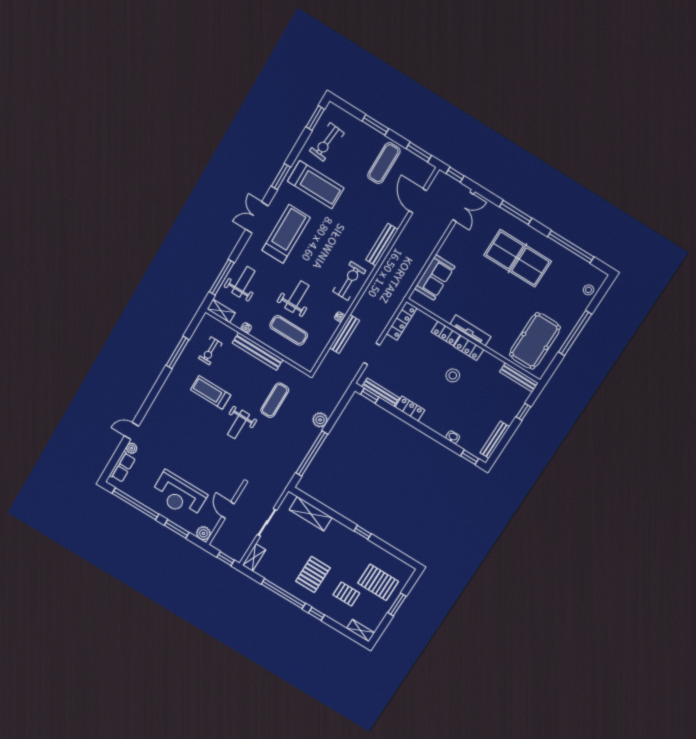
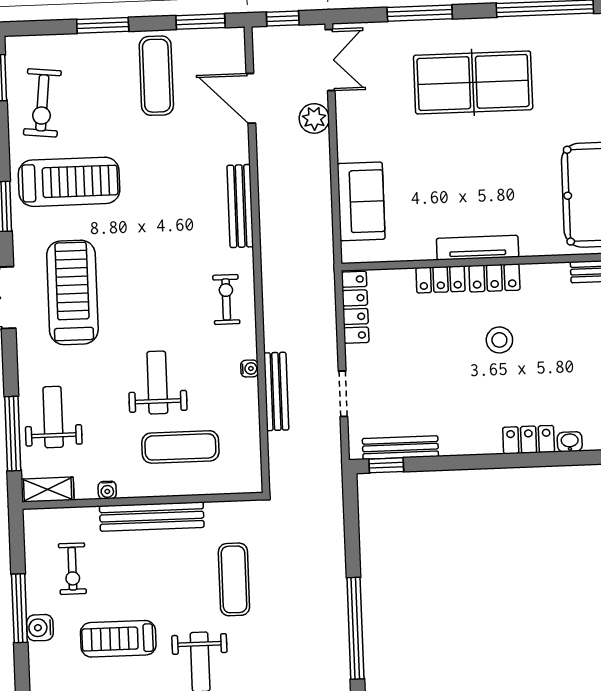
exercise bike: (349, 281) -> (226, 299), width x0.73, depth x0.72
water cooler: (181, 366) -> (40, 628), added
locker: (410, 409) -> (529, 440), moved
plant: (320, 420) -> (314, 118), moved

